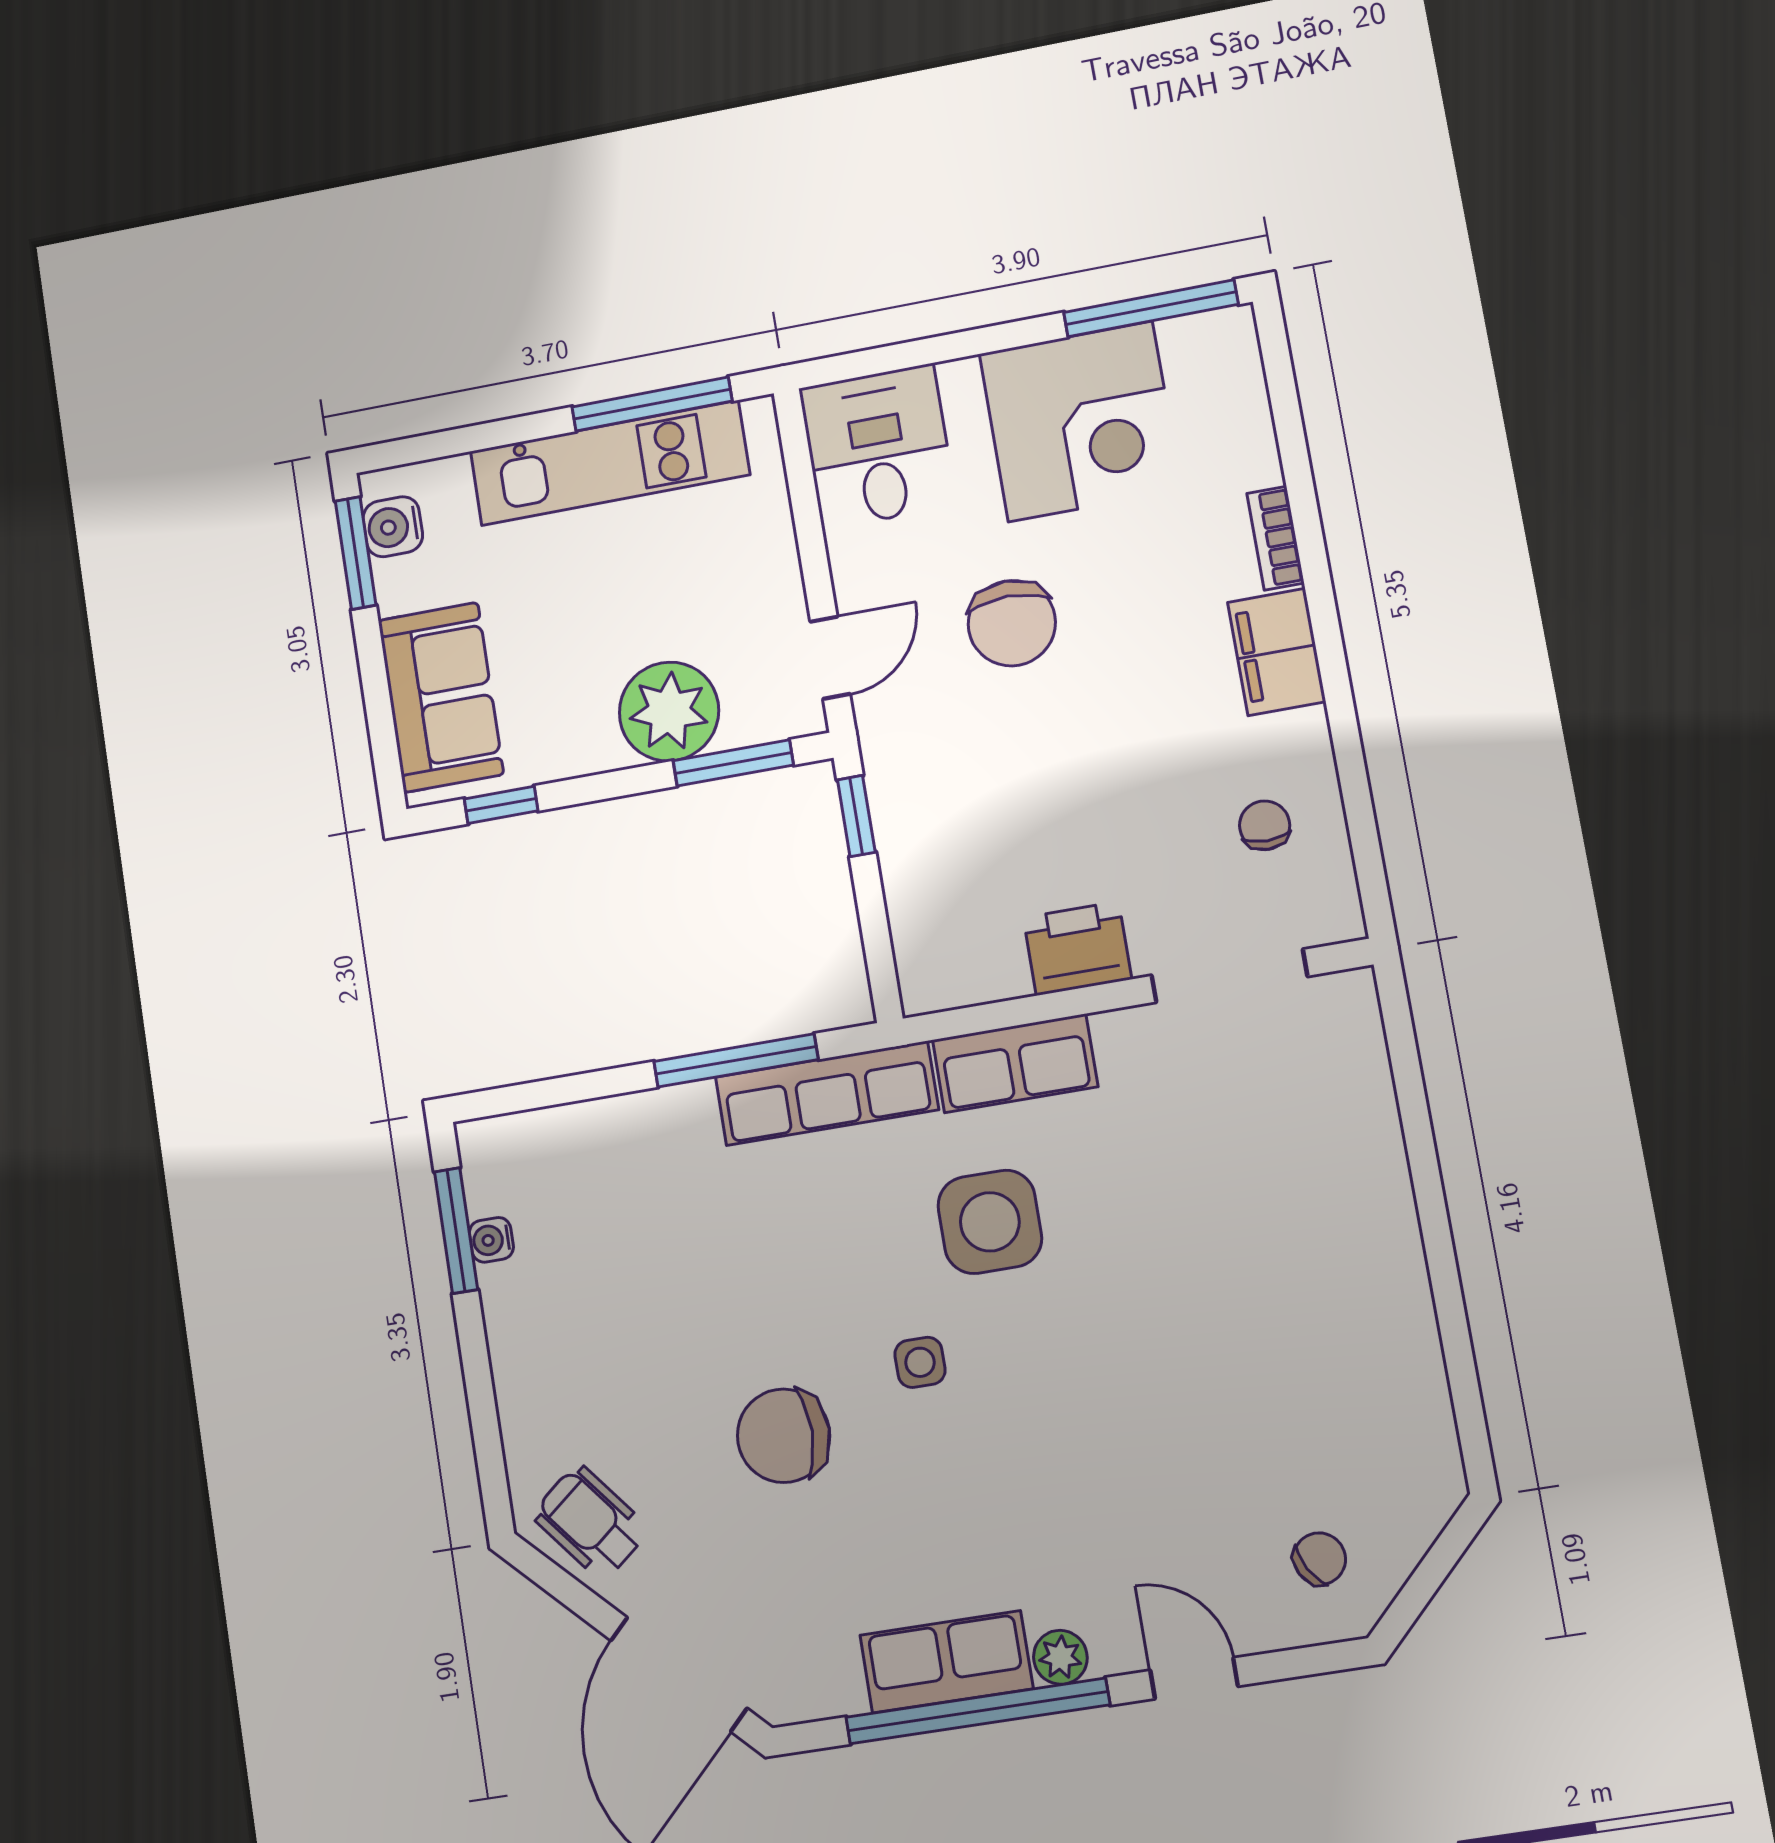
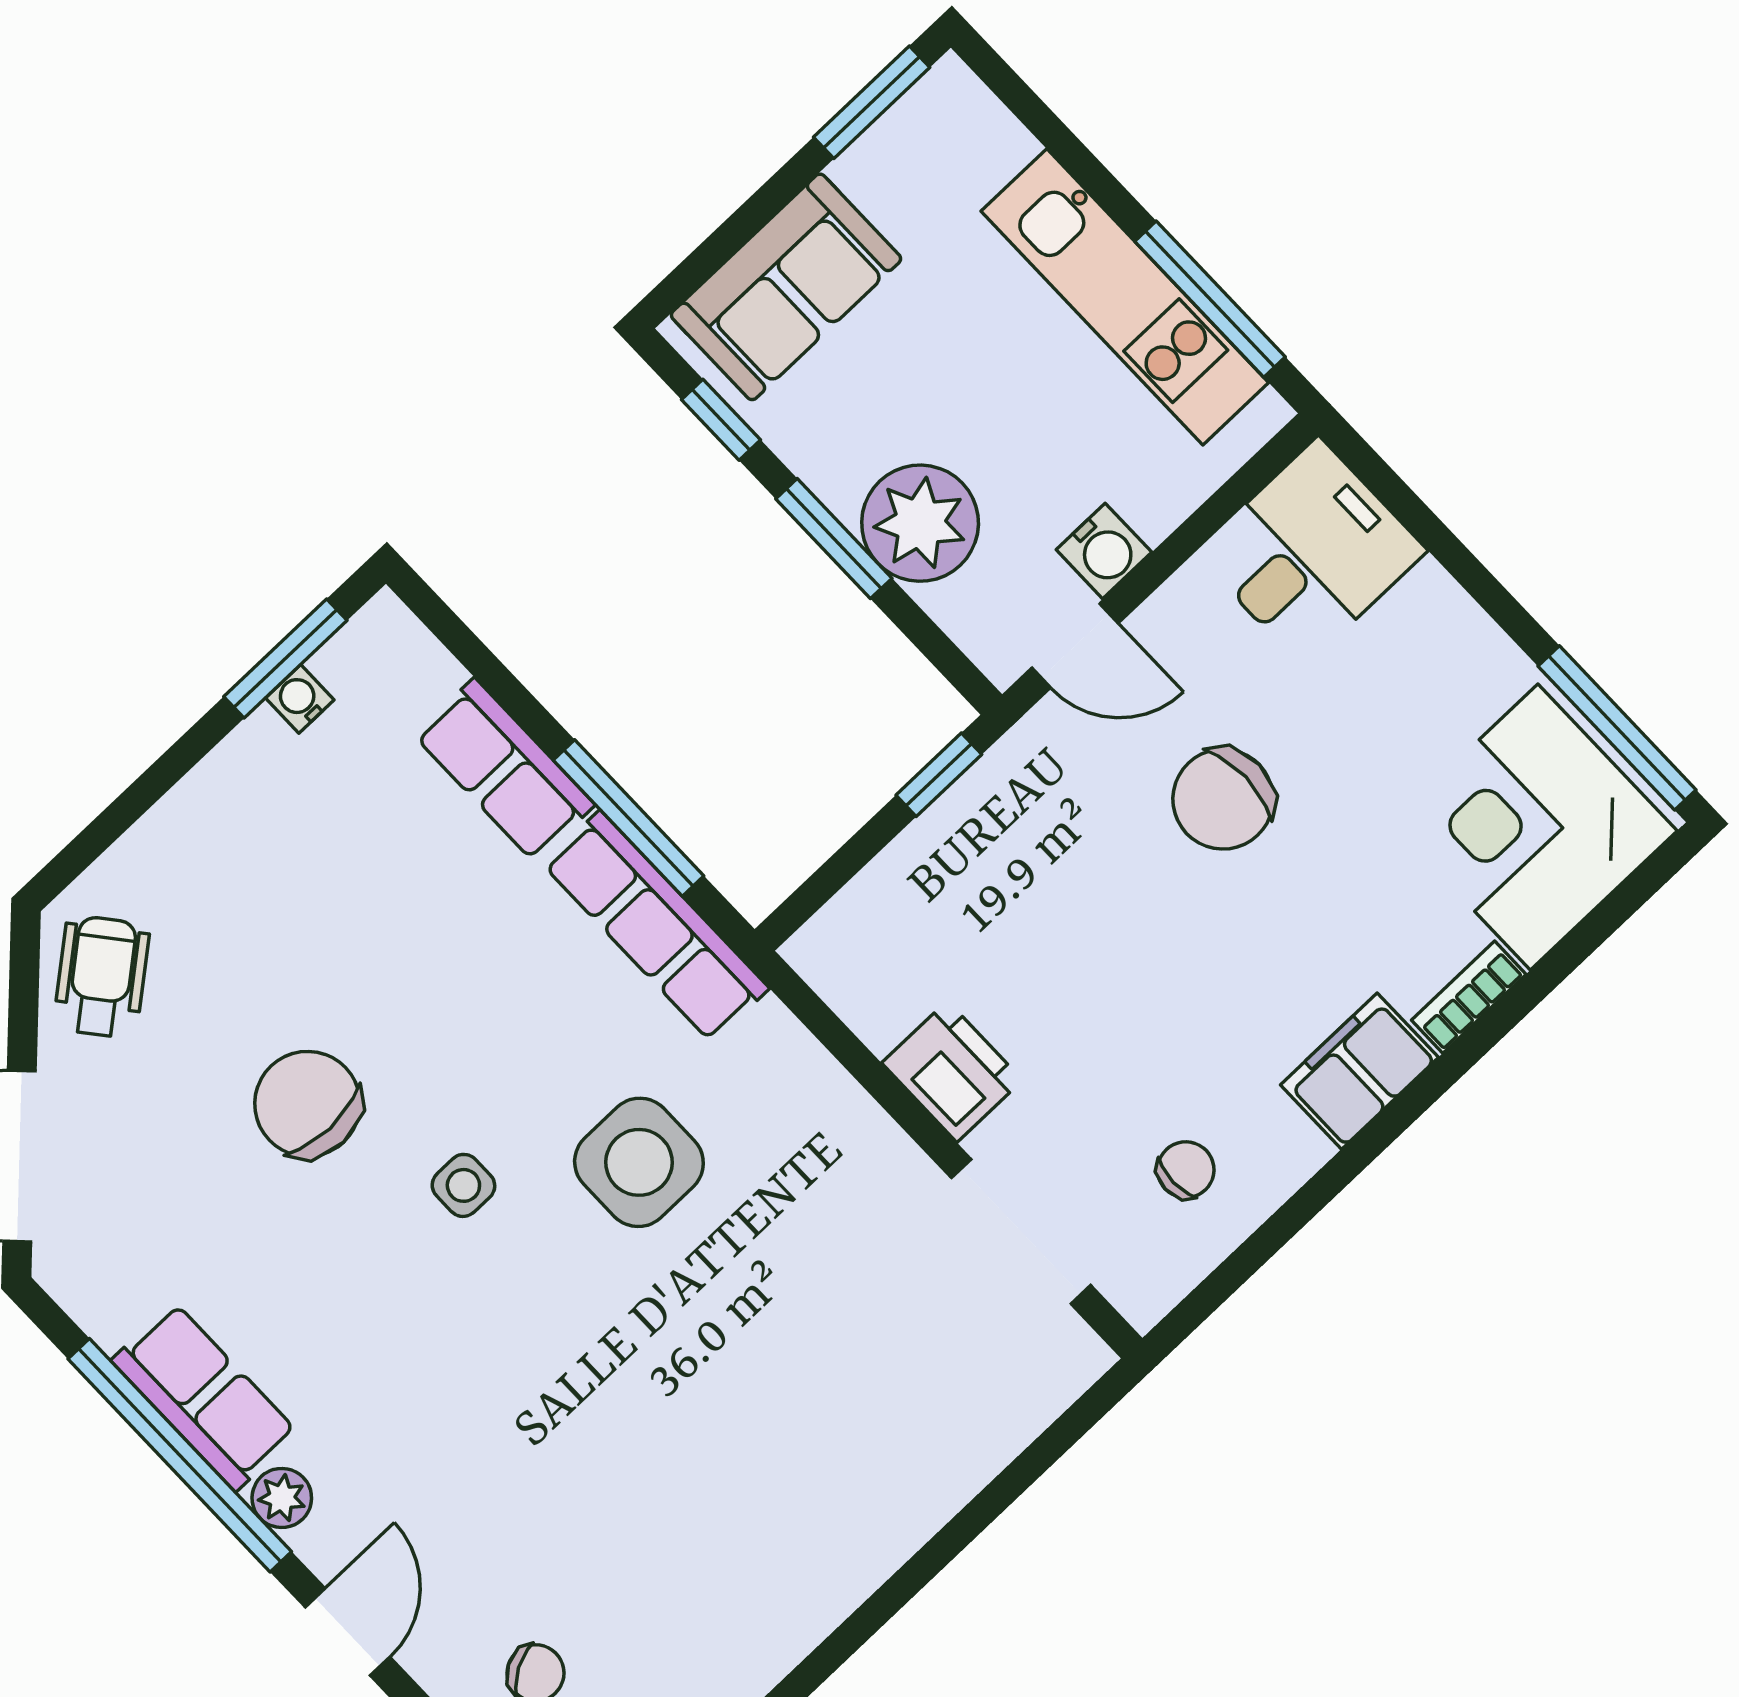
corner desk: (1080, 421) -> (1534, 827), moved, turned 90
water cooler: (393, 527) -> (1104, 551), moved, turned 180
window: (733, 763) -> (834, 539), moved
row of seats: (1015, 1063) -> (504, 770), moved

